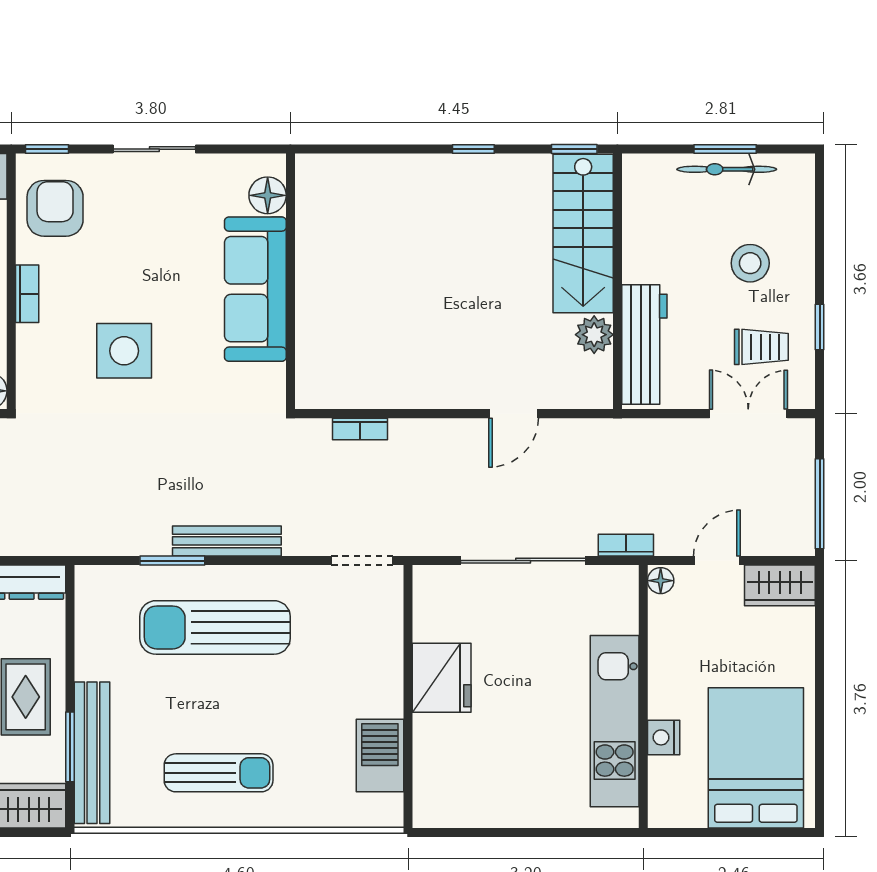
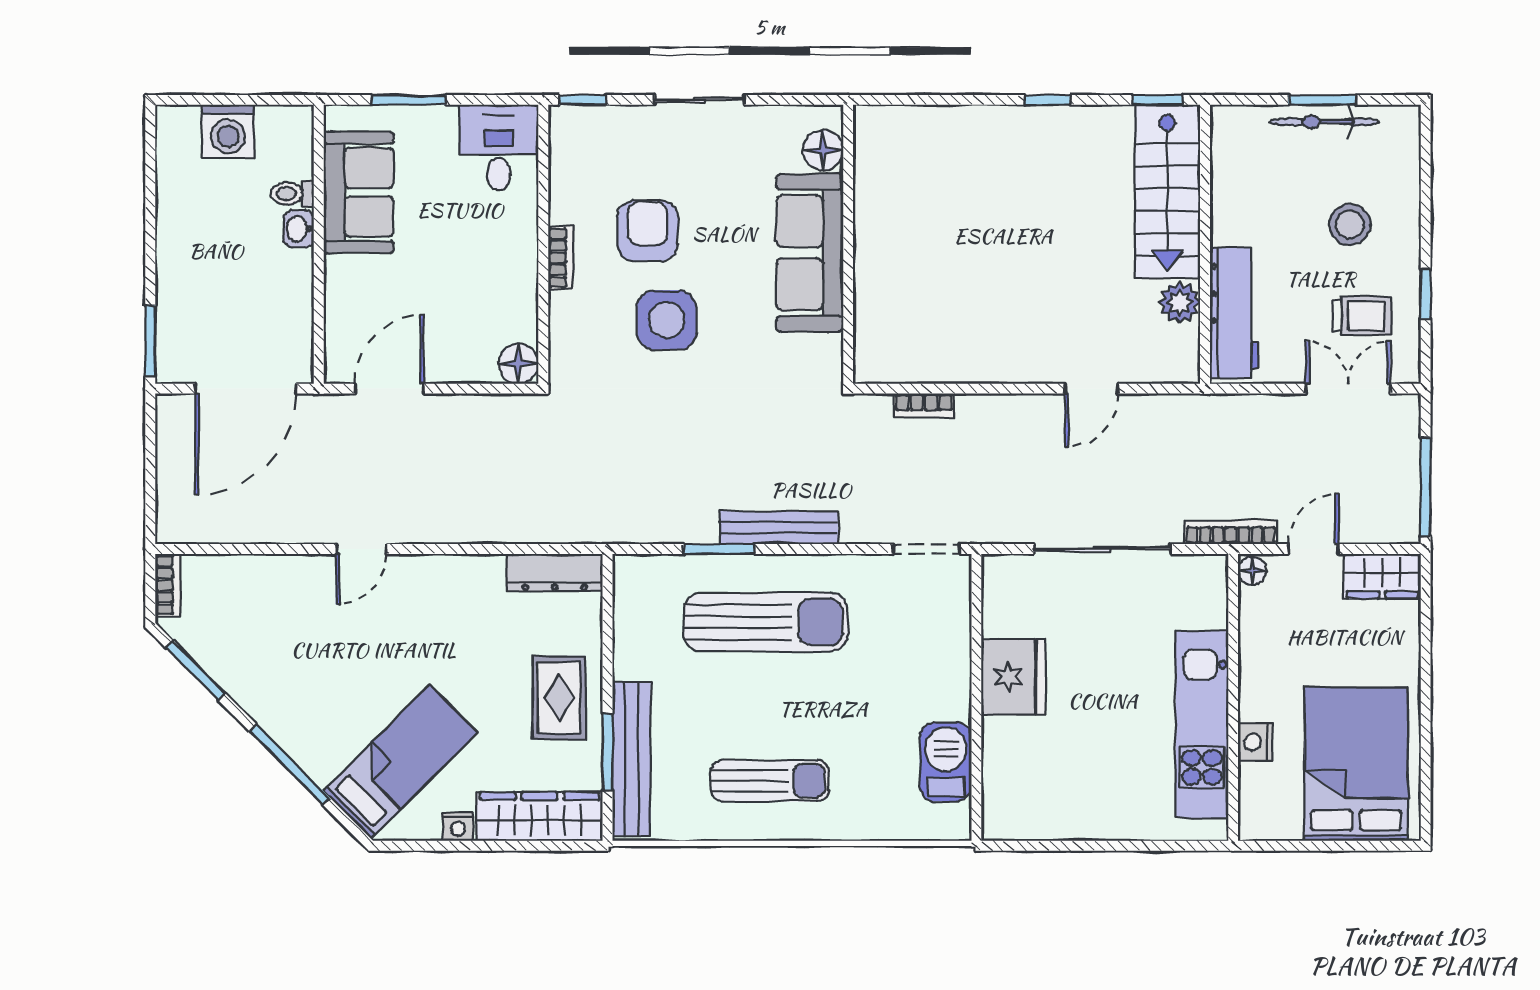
armchair: (55, 208) -> (647, 231), moved
bookcase: (626, 545) -> (1231, 532), width x1.56
sun lounger: (215, 627) -> (766, 622), turned 180

